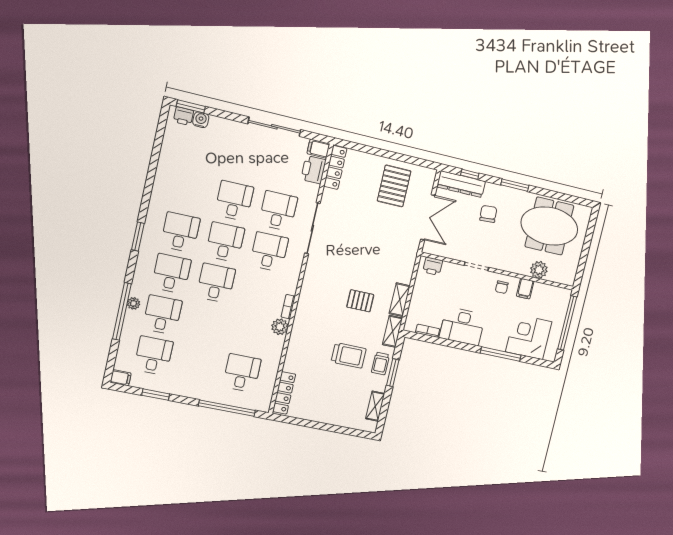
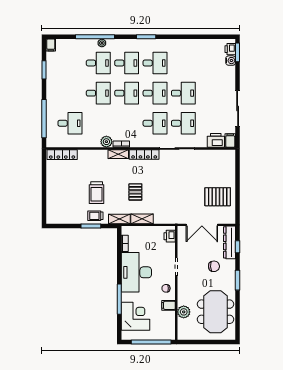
locker: (335, 167) -> (144, 154), moved
desk: (462, 326) -> (136, 272), width x1.36, depth x1.30
desk: (153, 356) -> (98, 93), moved
shelving: (375, 406) -> (118, 154), moved

